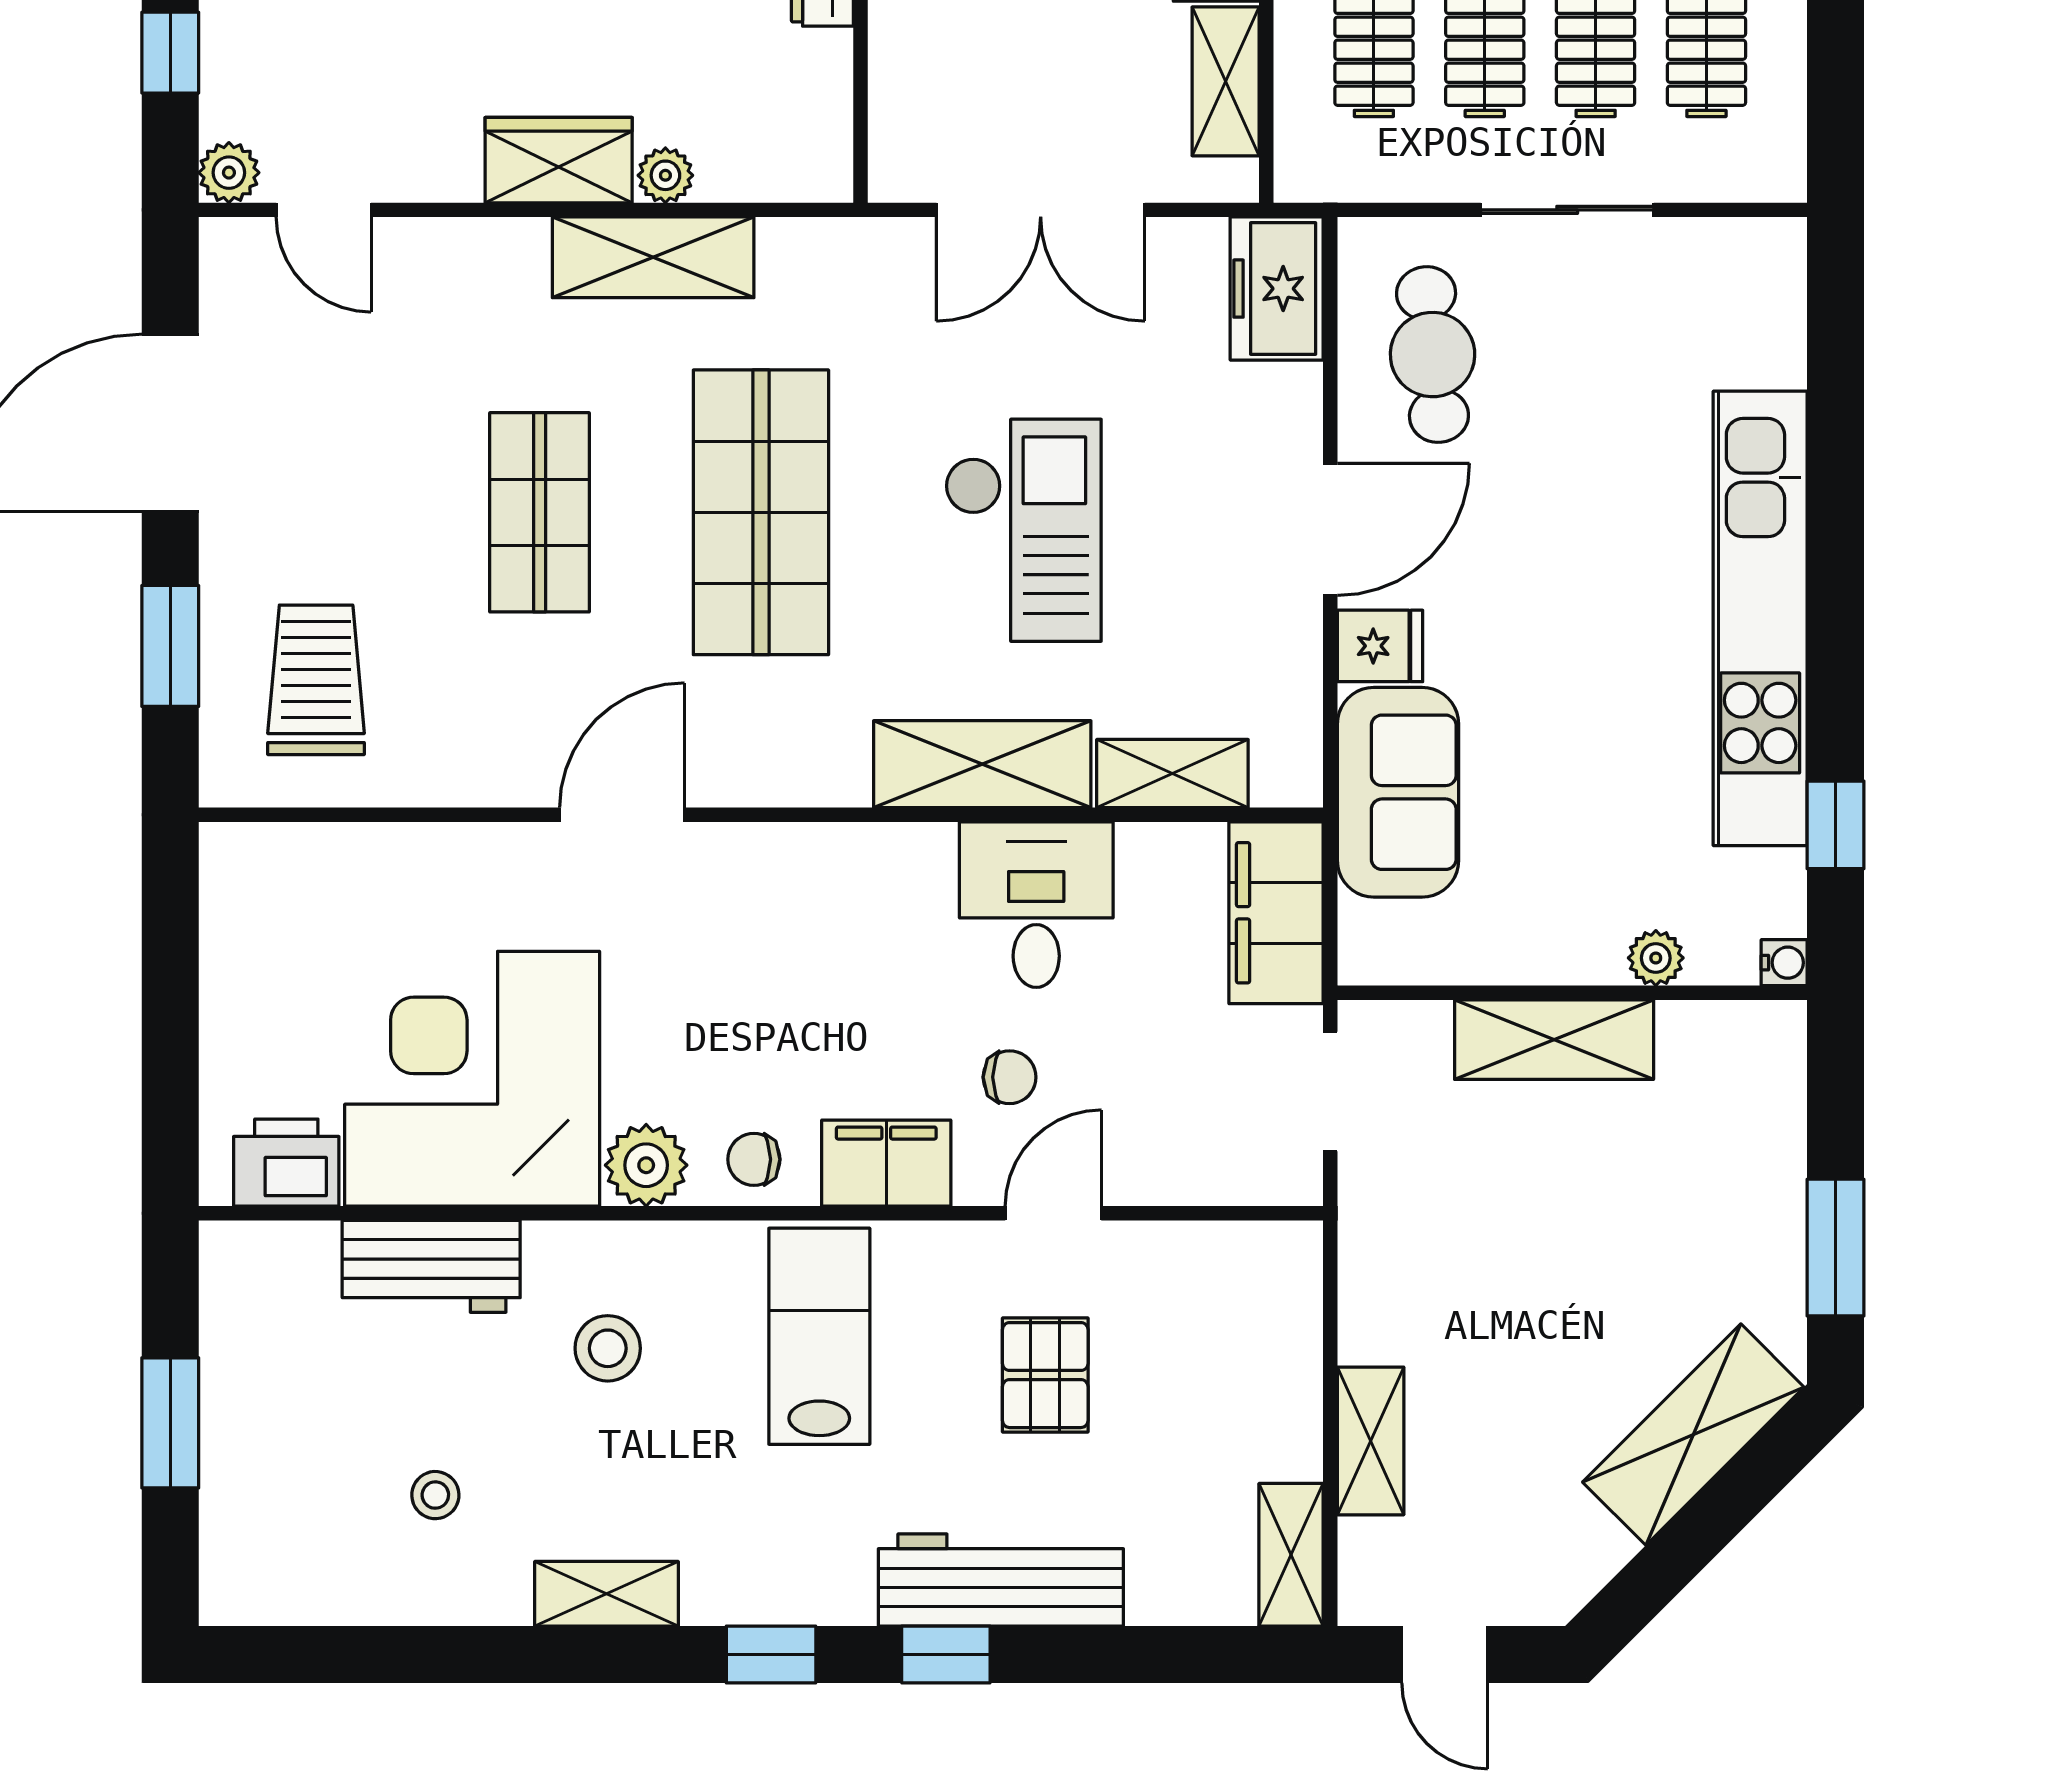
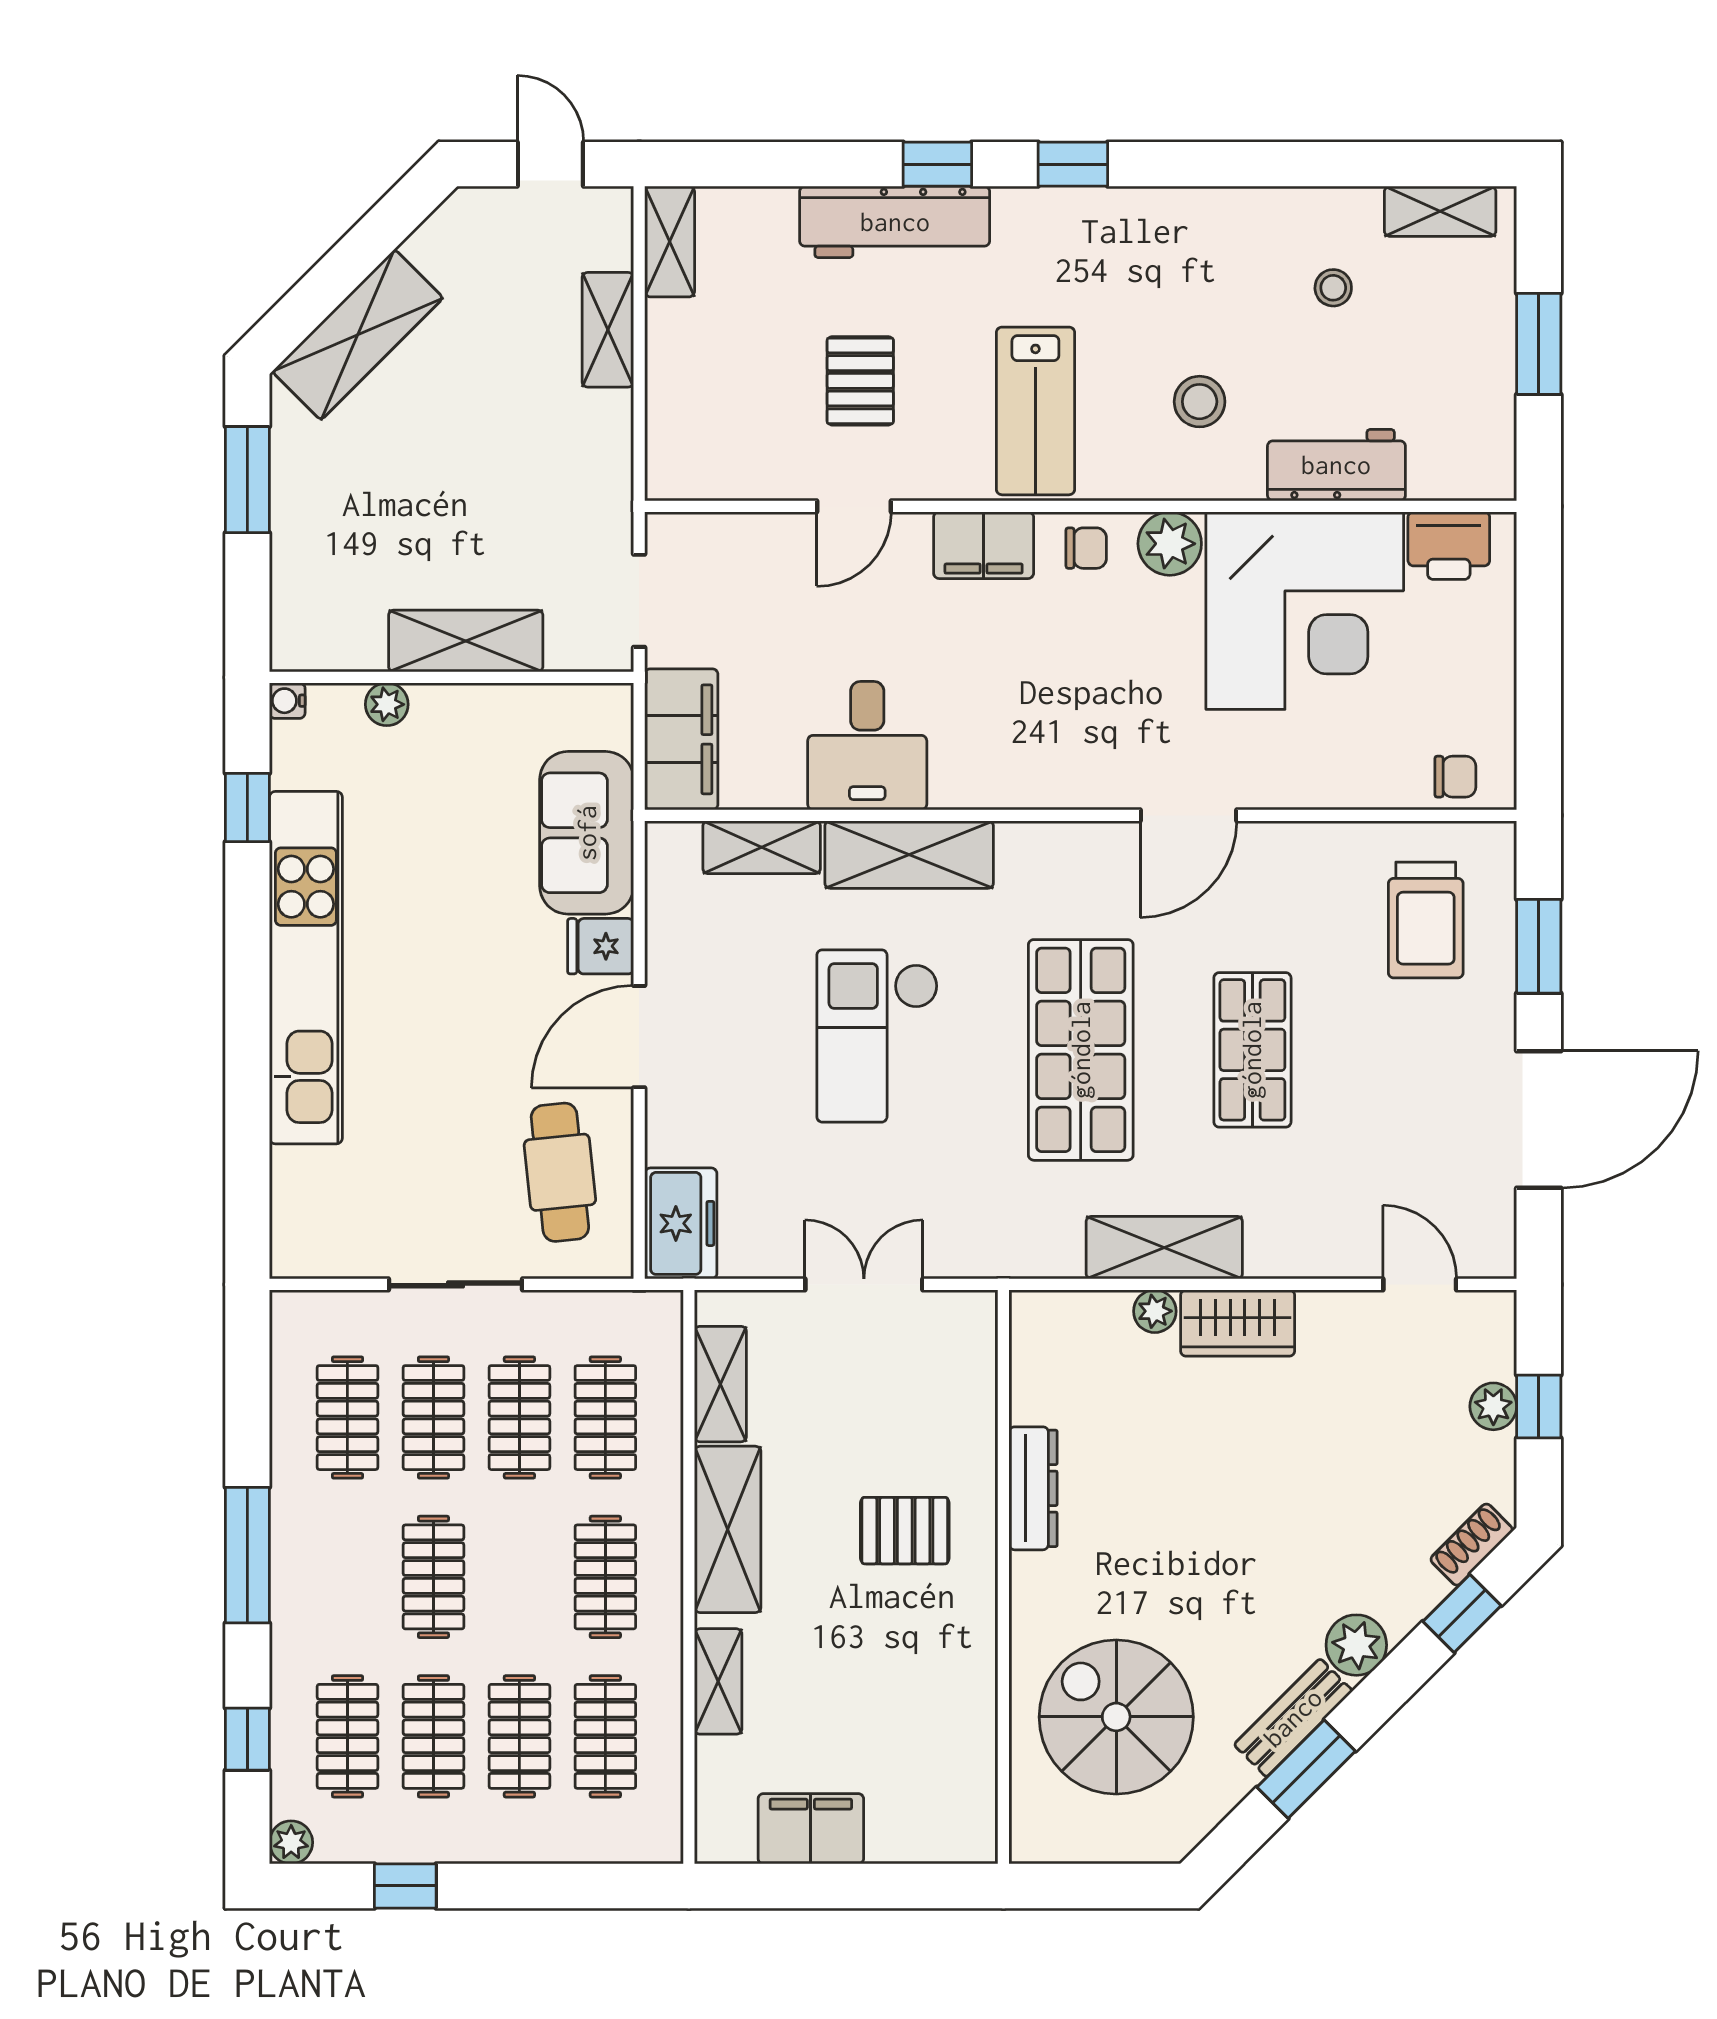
plant: (229, 173) -> (1493, 1406), moved
double door: (1041, 210) -> (864, 1284), width x0.73
chair: (1010, 1077) -> (1455, 777), moved, turned 180
shelving: (607, 1594) -> (1440, 211), moved

